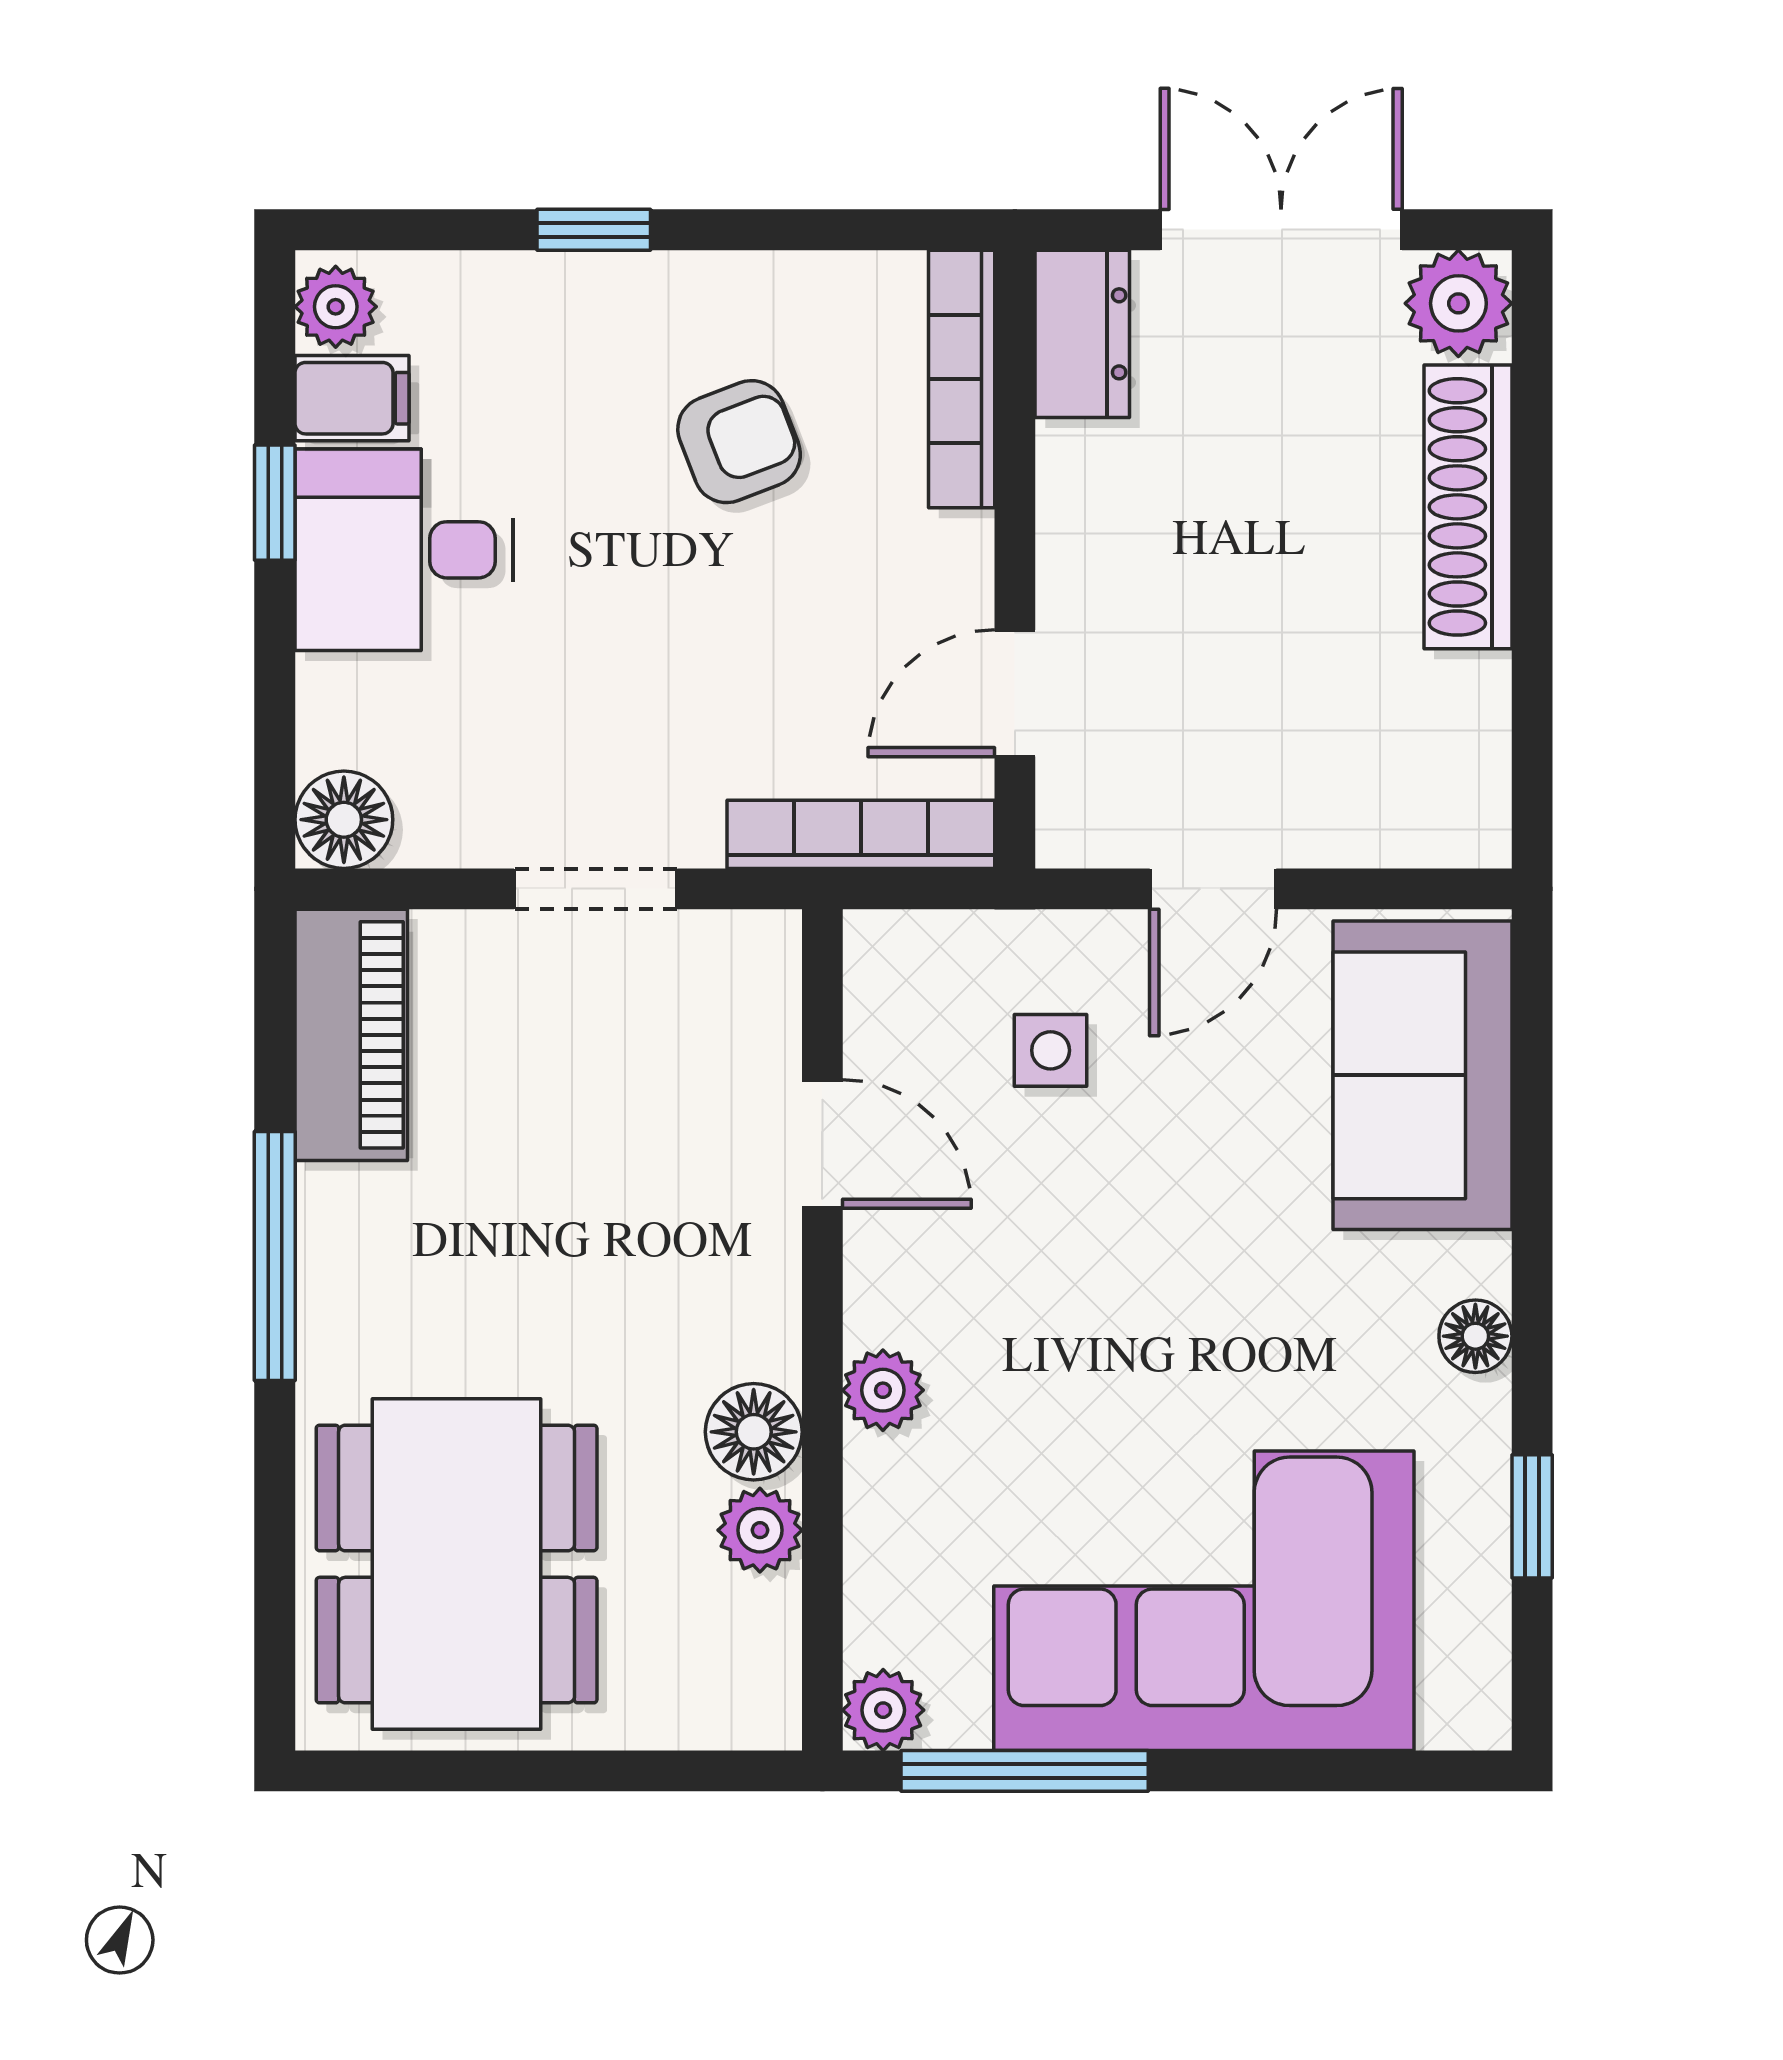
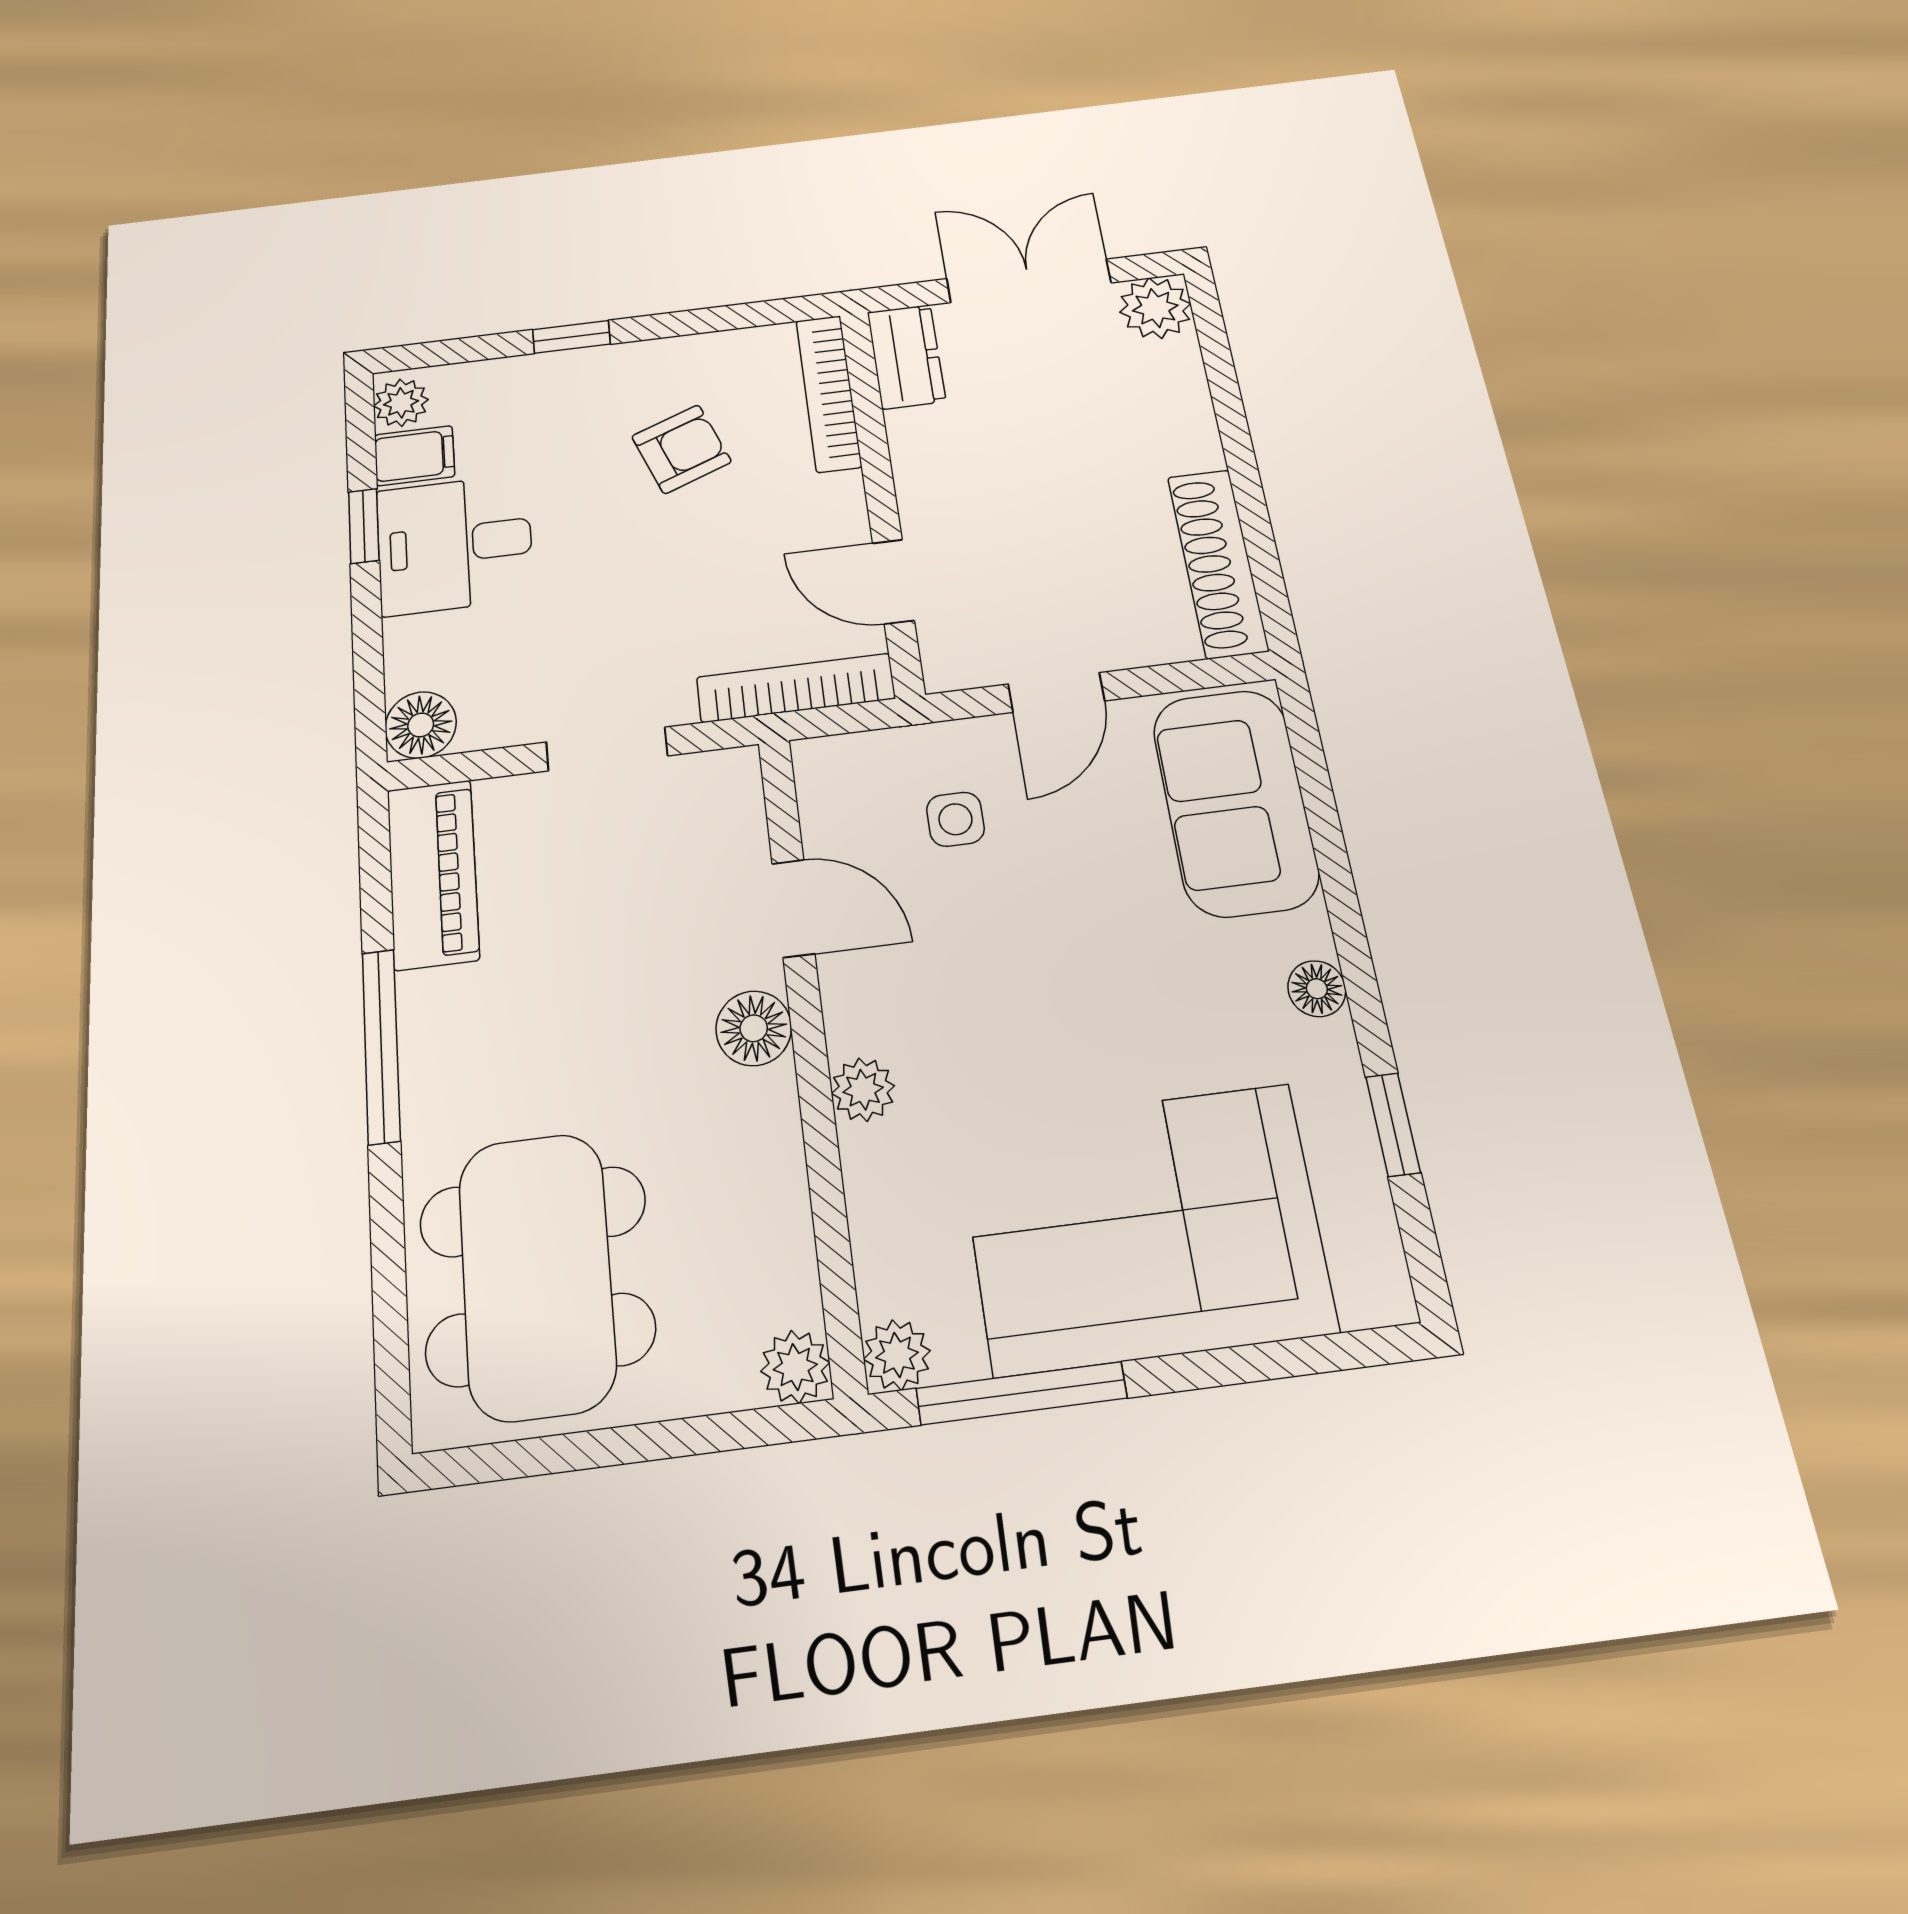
shoe rack: (1468, 507) -> (1218, 563), moved
door: (1015, 693) -> (893, 582), hinge flipped
floor lamp: (754, 1432) -> (754, 1028), moved
plant: (760, 1530) -> (795, 1367), moved

